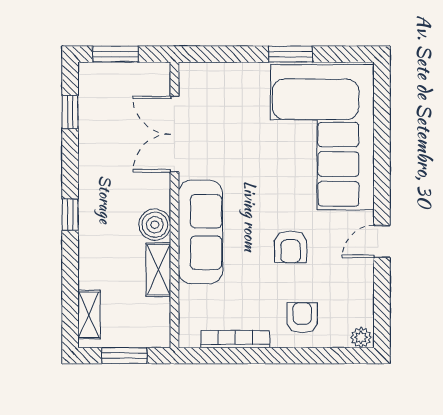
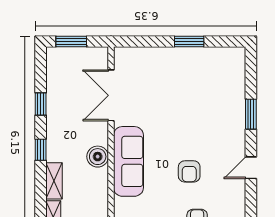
window: (70, 112) -> (41, 104), moved
corner sofa: (322, 137) -> (211, 98), removed
window: (382, 162) -> (251, 114), added
shelving: (158, 270) -> (54, 181), moved

